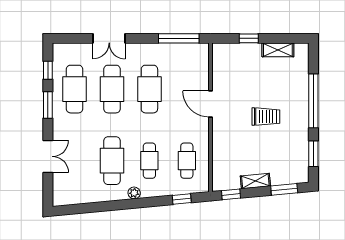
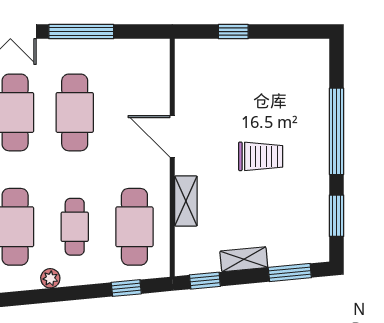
window: (179, 38) -> (81, 32), moved
shelving: (278, 50) -> (186, 201), moved, turned 90
cafe table: (187, 161) -> (134, 227), width x1.37, depth x1.35

